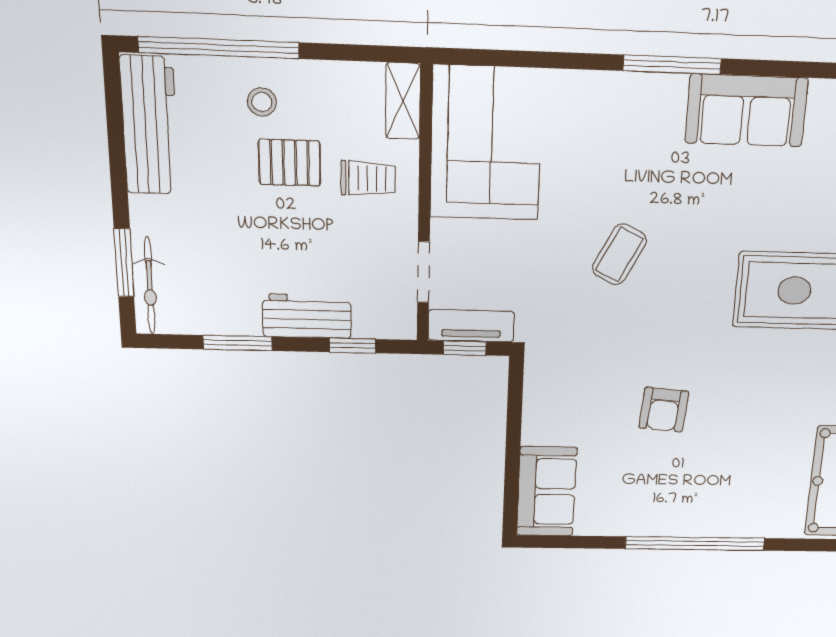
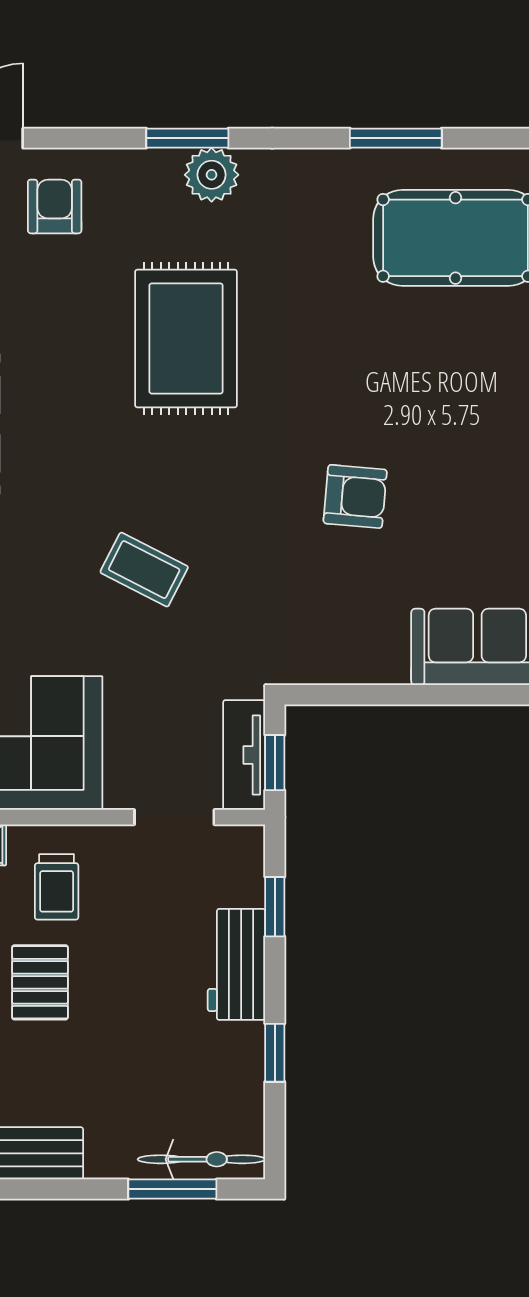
trolley: (368, 179) -> (57, 887), turned 180
window: (238, 343) -> (275, 1053), width x0.67

